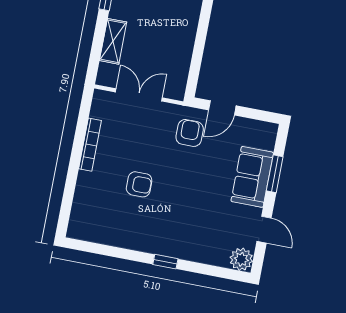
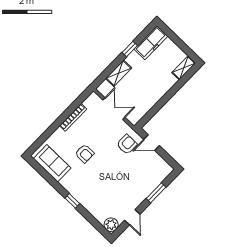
sofa: (252, 177) -> (52, 163), moved, turned 90

